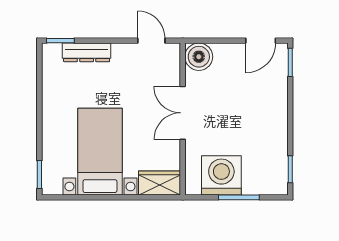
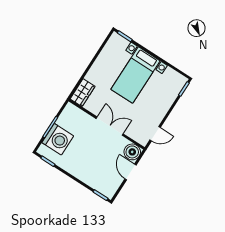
door: (261, 41) -> (130, 172), moved
dresser: (87, 52) -> (170, 98), removed
bed with nightstands: (100, 152) -> (136, 75), moved, turned 90
washing machine: (221, 175) -> (58, 139), moved

